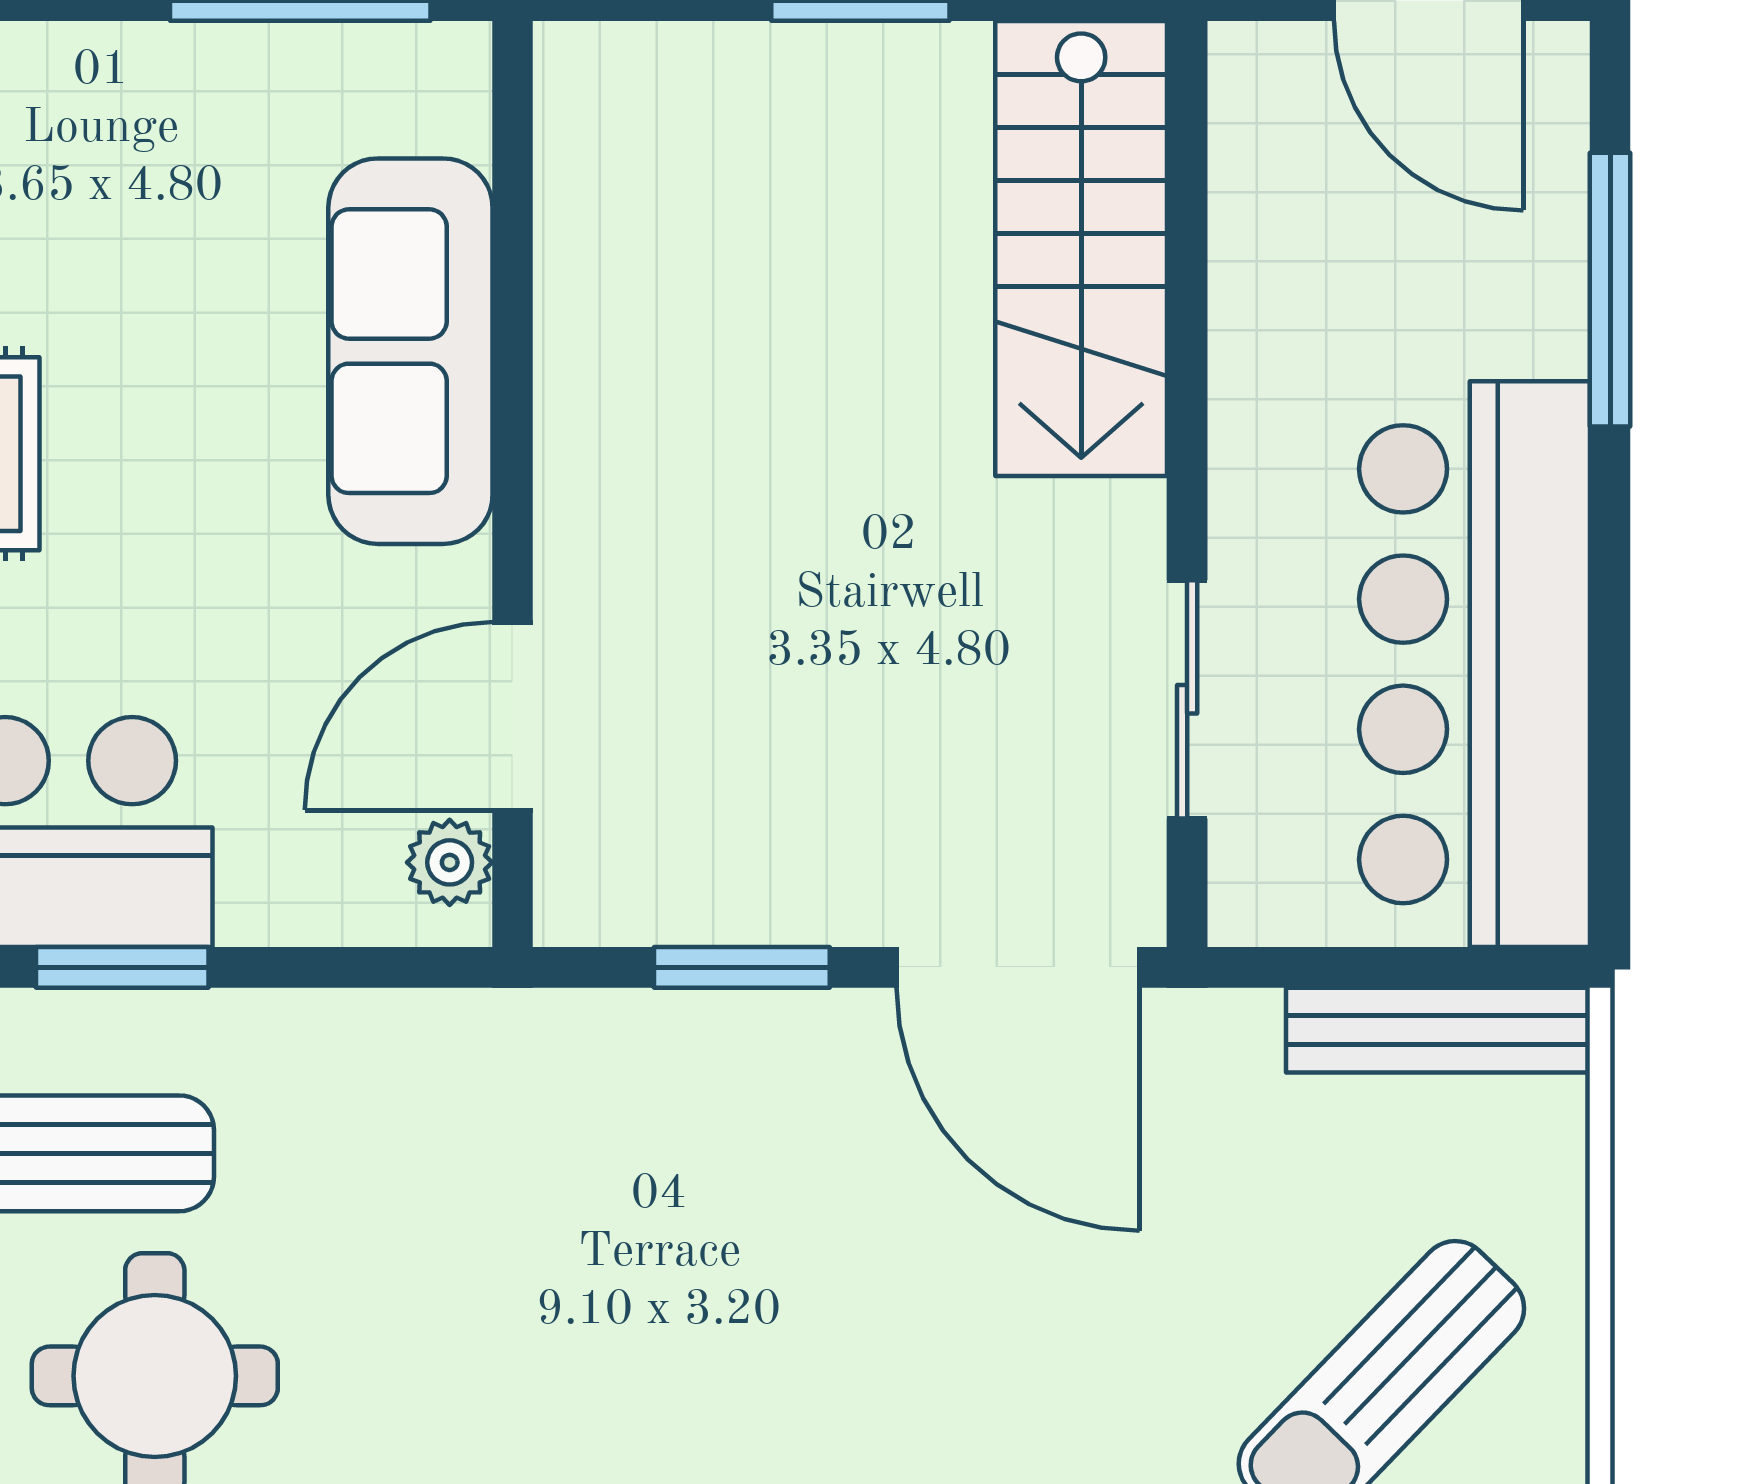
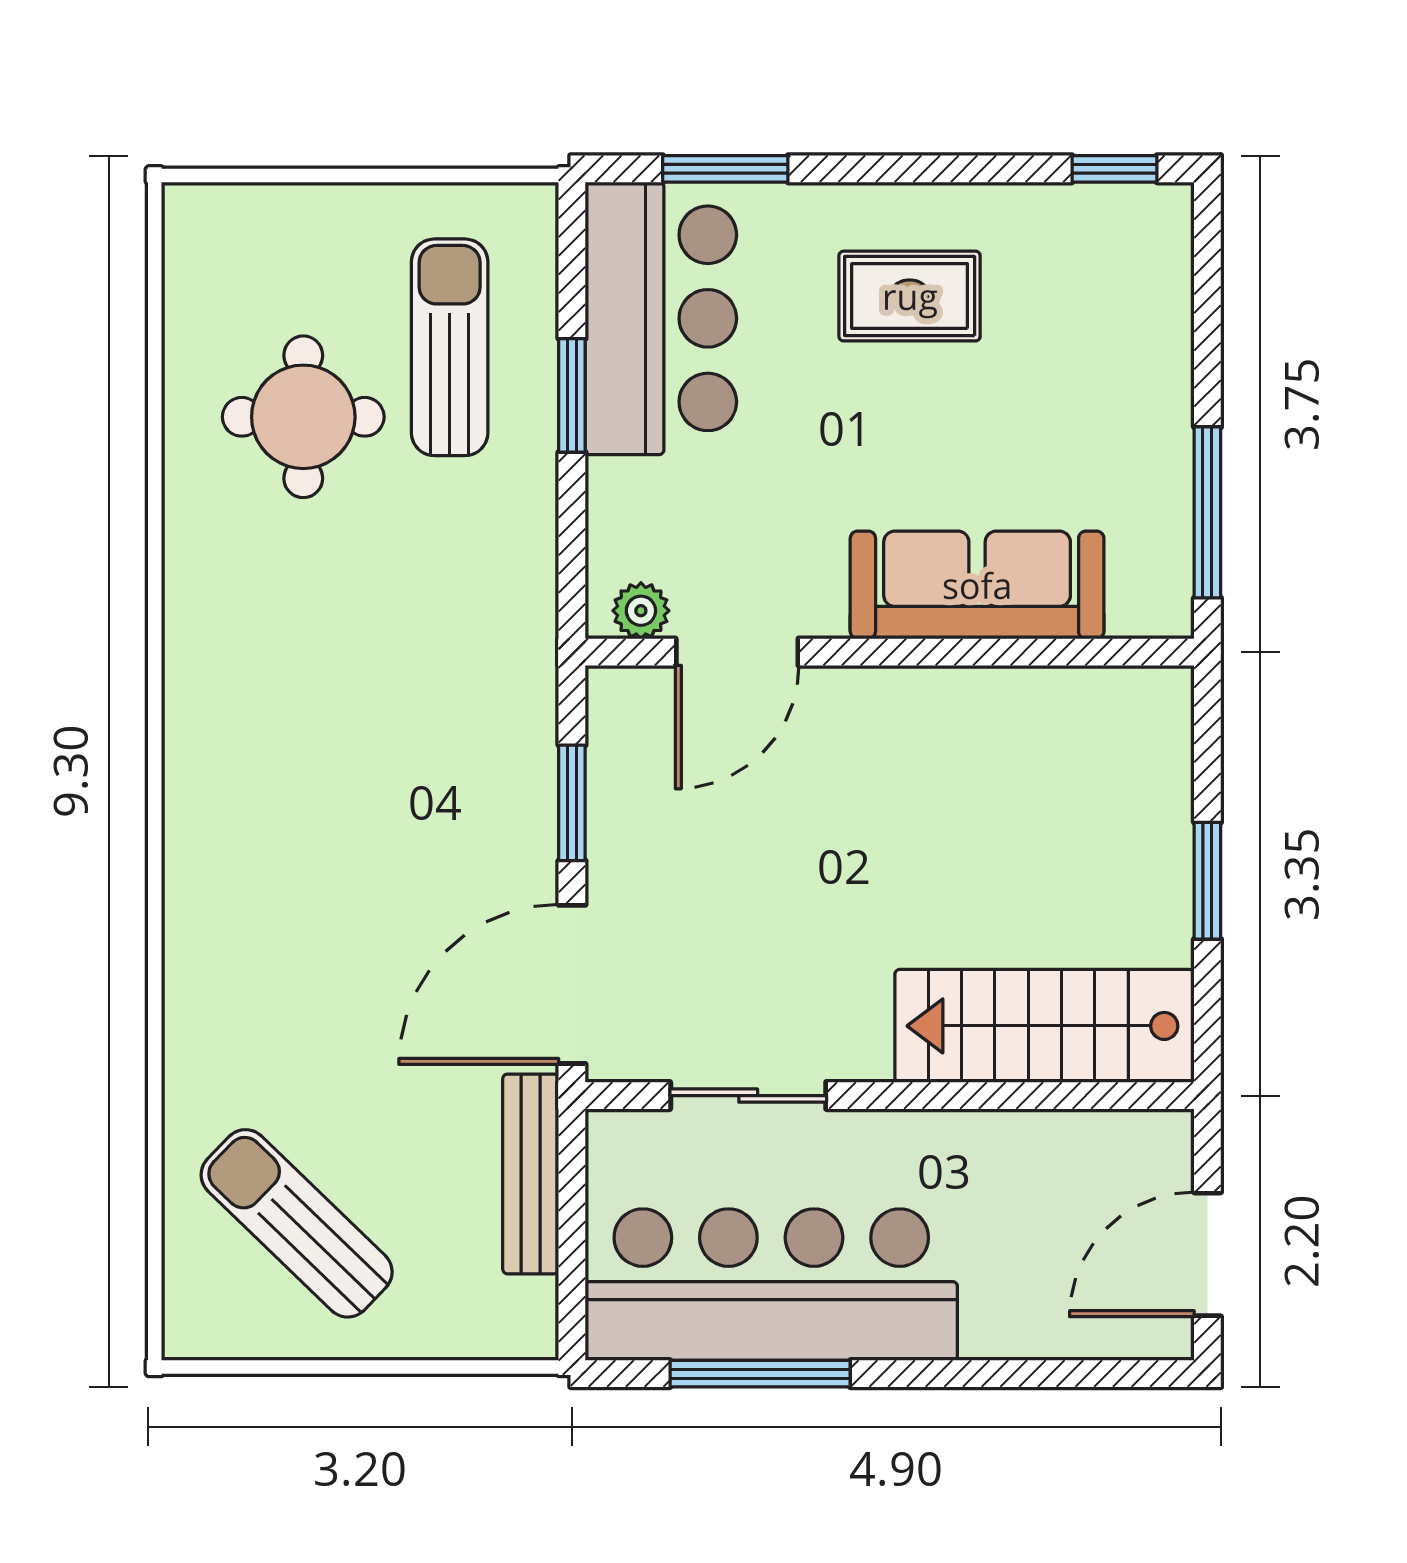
window: (1610, 290) -> (760, 1374), moved
door: (513, 716) -> (737, 652), swing flipped
bench: (1438, 1030) -> (531, 1174), moved

